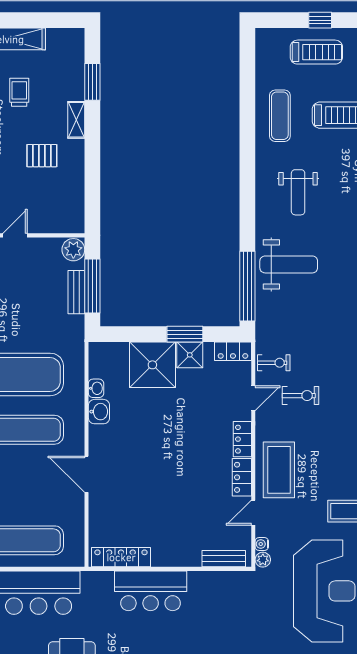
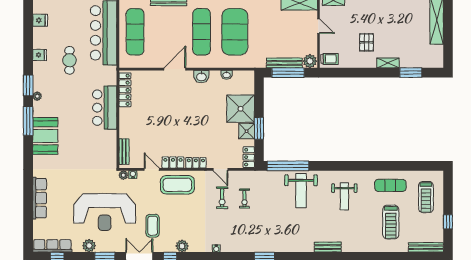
window: (320, 20) -> (448, 222), moved
treadmill: (316, 52) -> (426, 197), moved
trolley: (19, 92) -> (329, 59), moved
weight bench: (298, 192) -> (344, 196), turned -90
bench: (76, 292) -> (284, 63), width x1.36
exercise bike: (274, 363) -> (244, 199), moved
washbasin: (99, 412) -> (201, 77), moved

